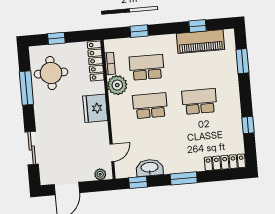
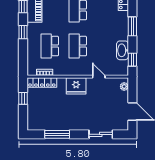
window: (139, 31) -> (23, 32), moved
window: (56, 38) -> (23, 98), moved
round table: (51, 73) -> (48, 116), removed
plant: (117, 85) -> (61, 68), removed
door: (112, 153) -> (99, 77), moved

